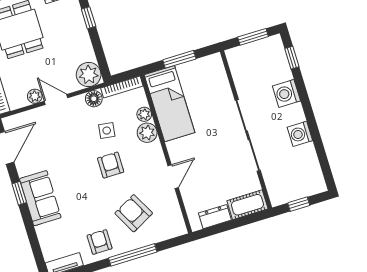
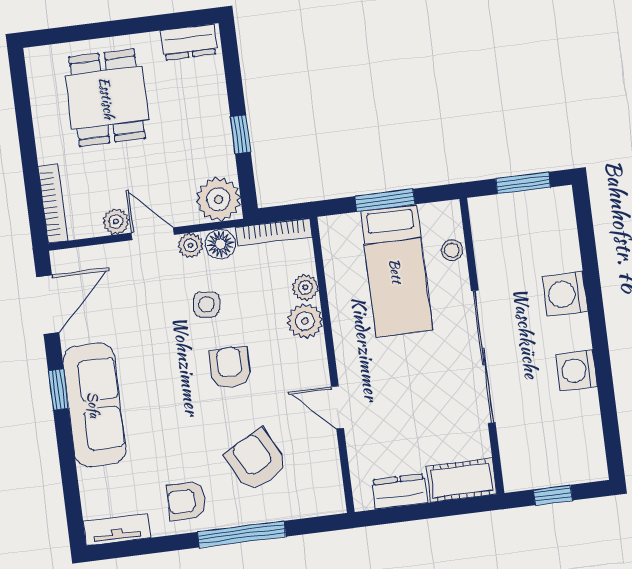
window: (89, 18) -> (241, 134), moved
window: (292, 58) -> (586, 232), removed
stool: (221, 80) -> (452, 250), added
plant: (78, 102) -> (190, 245), added
bed: (169, 104) -> (396, 271), moved
side table: (107, 131) -> (206, 304), moved
door: (173, 177) -> (337, 407), swing flipped
sofa: (40, 198) -> (94, 405), width x1.36
armchair: (100, 242) -> (187, 501), turned -90

